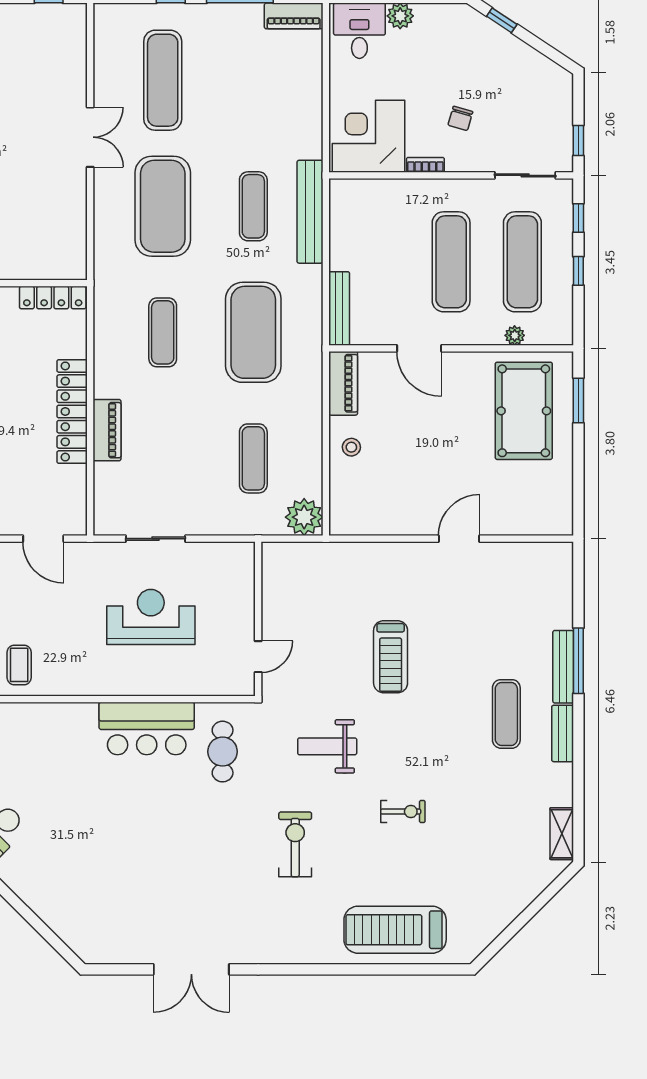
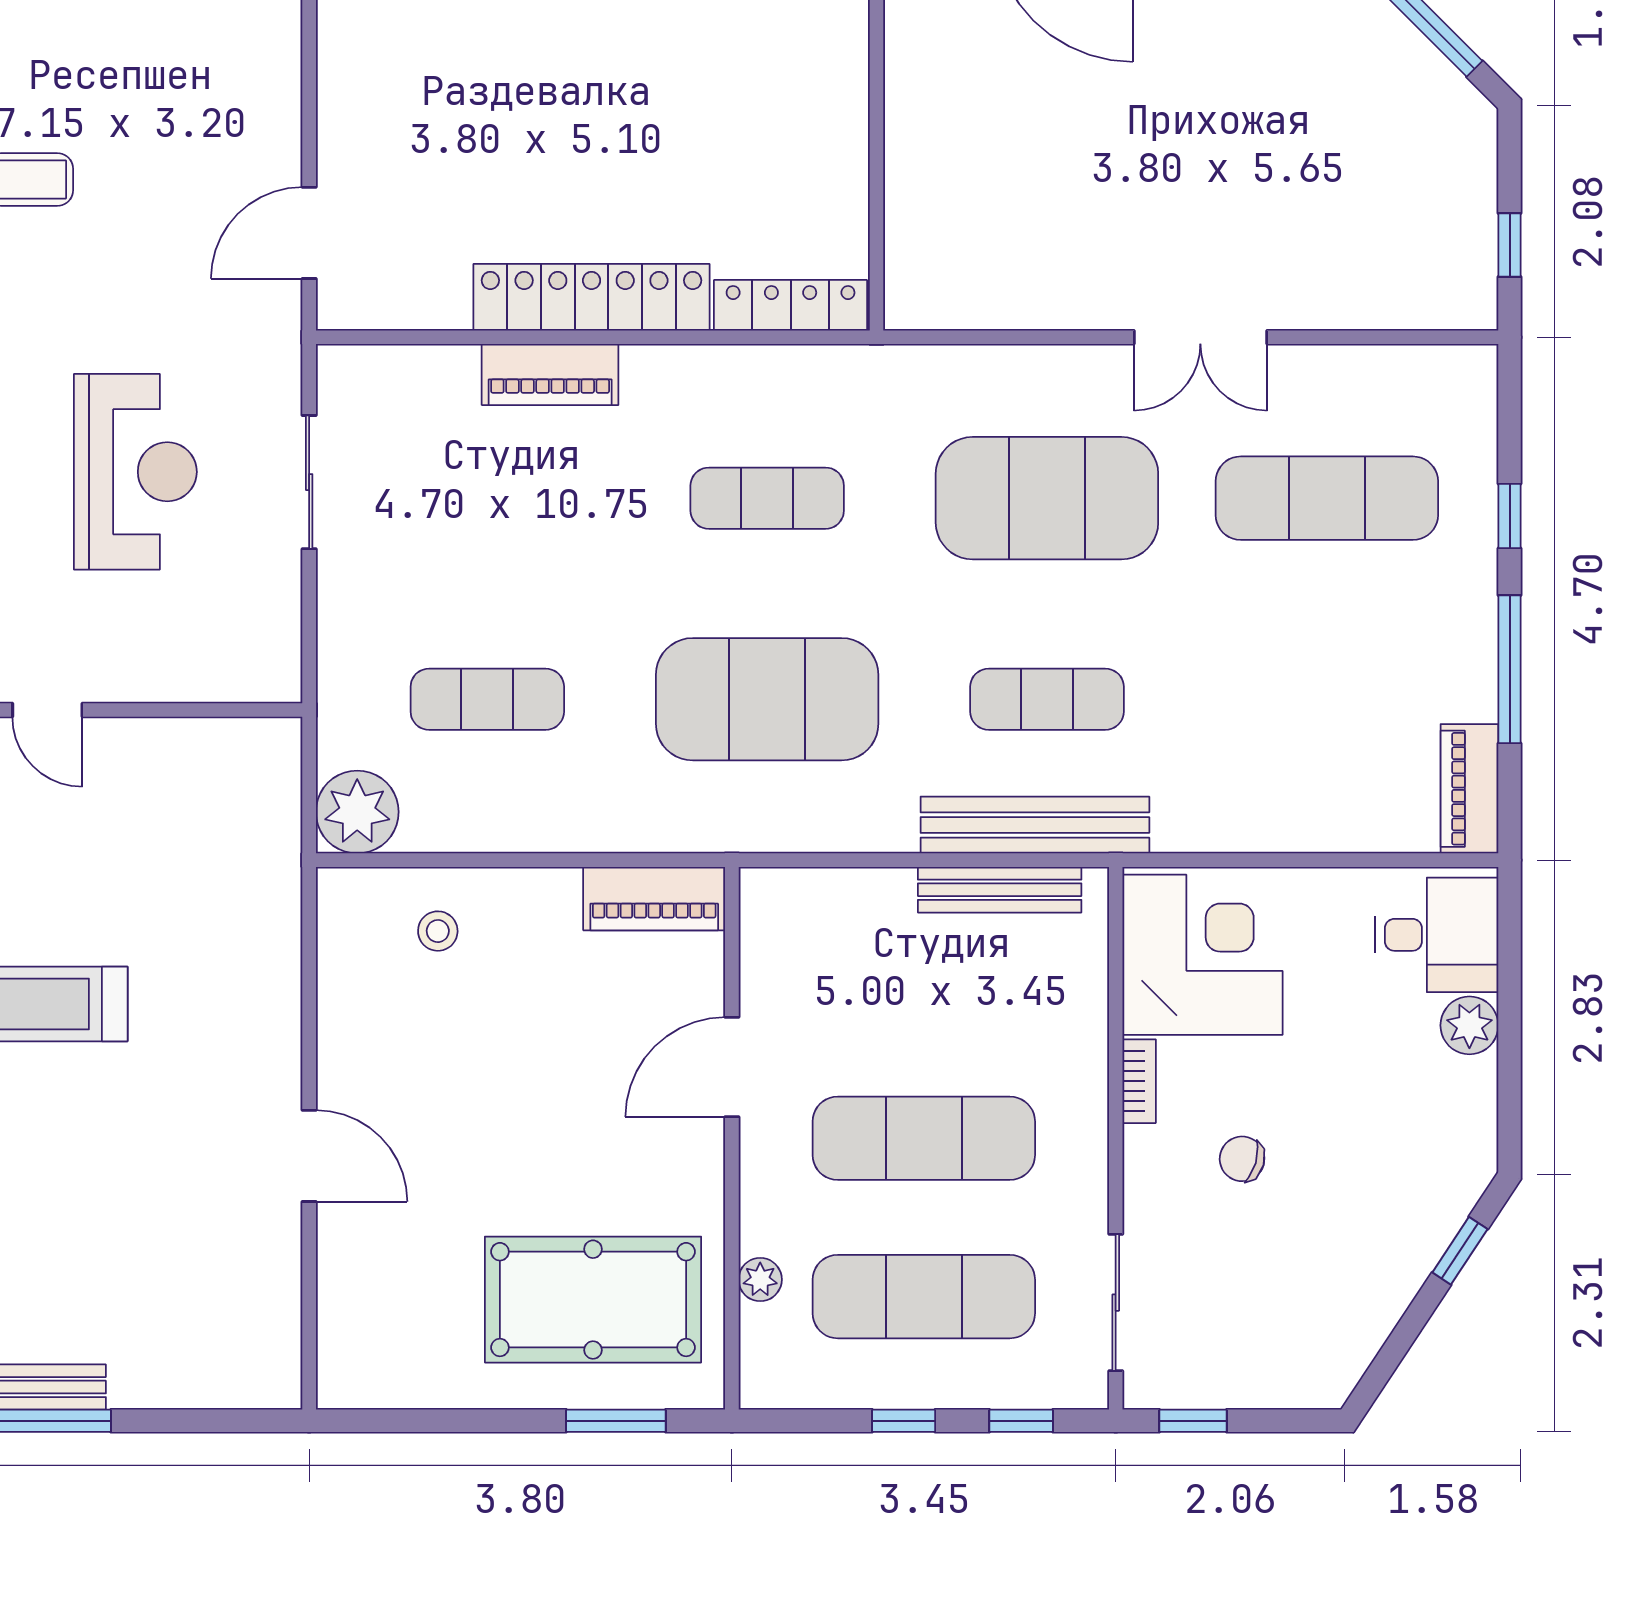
locker: (53, 298) -> (791, 305), moved, turned 90
bench: (339, 308) -> (1000, 890), moved
stool: (351, 447) -> (438, 931), moved

